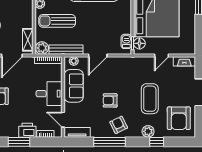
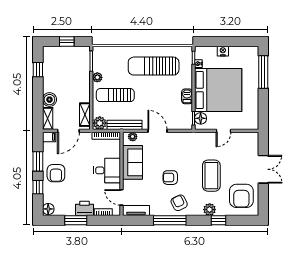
barbecue: (126, 41) -> (187, 96), moved
door: (98, 55) -> (157, 131), swing flipped
fireplace: (184, 61) -> (247, 137), removed

